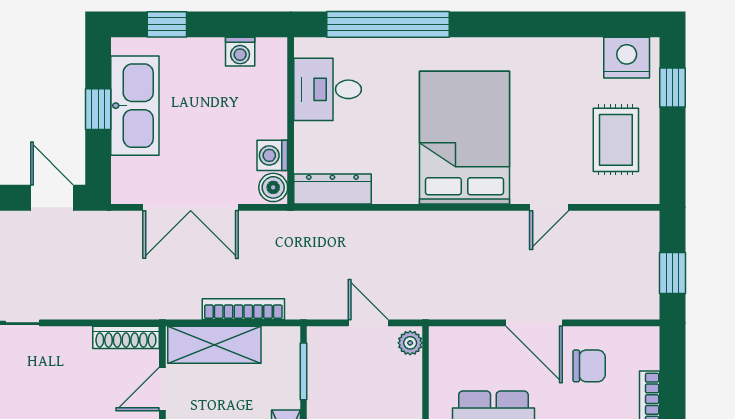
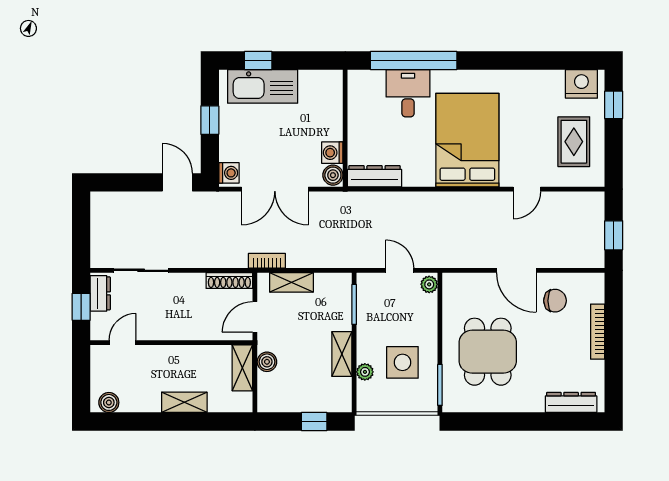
washing machine: (240, 52) -> (229, 173), moved, turned -90
desk: (328, 89) -> (408, 93), moved, turned 90
kitchen sink: (135, 106) -> (263, 86), moved, turned 90
bookcase: (243, 309) -> (267, 261), moved, width x0.64
shelving: (214, 345) -> (292, 282), width x0.67, depth x0.75

